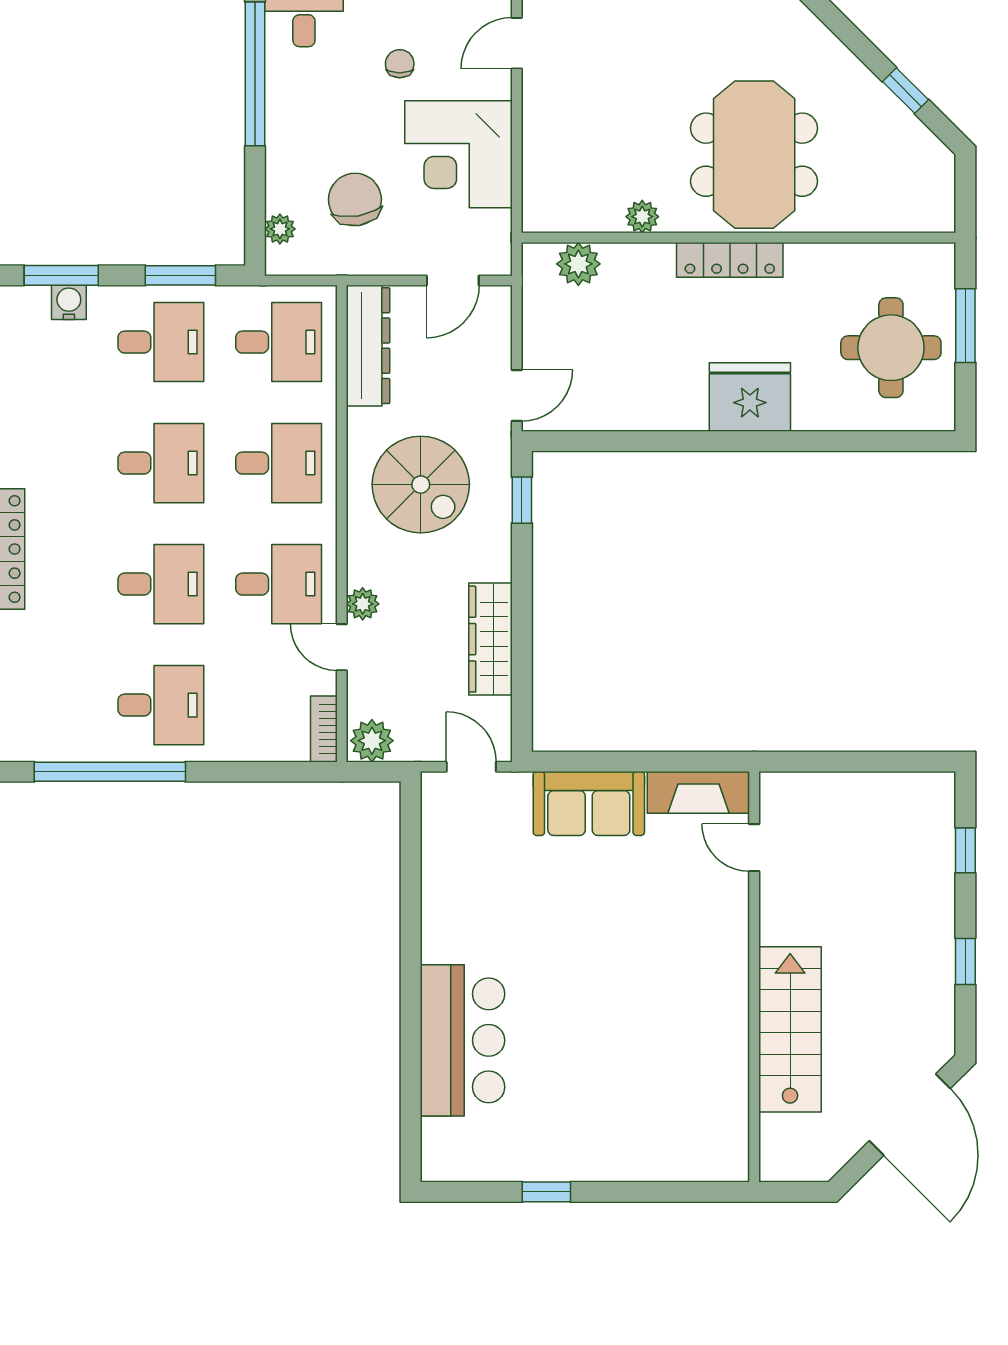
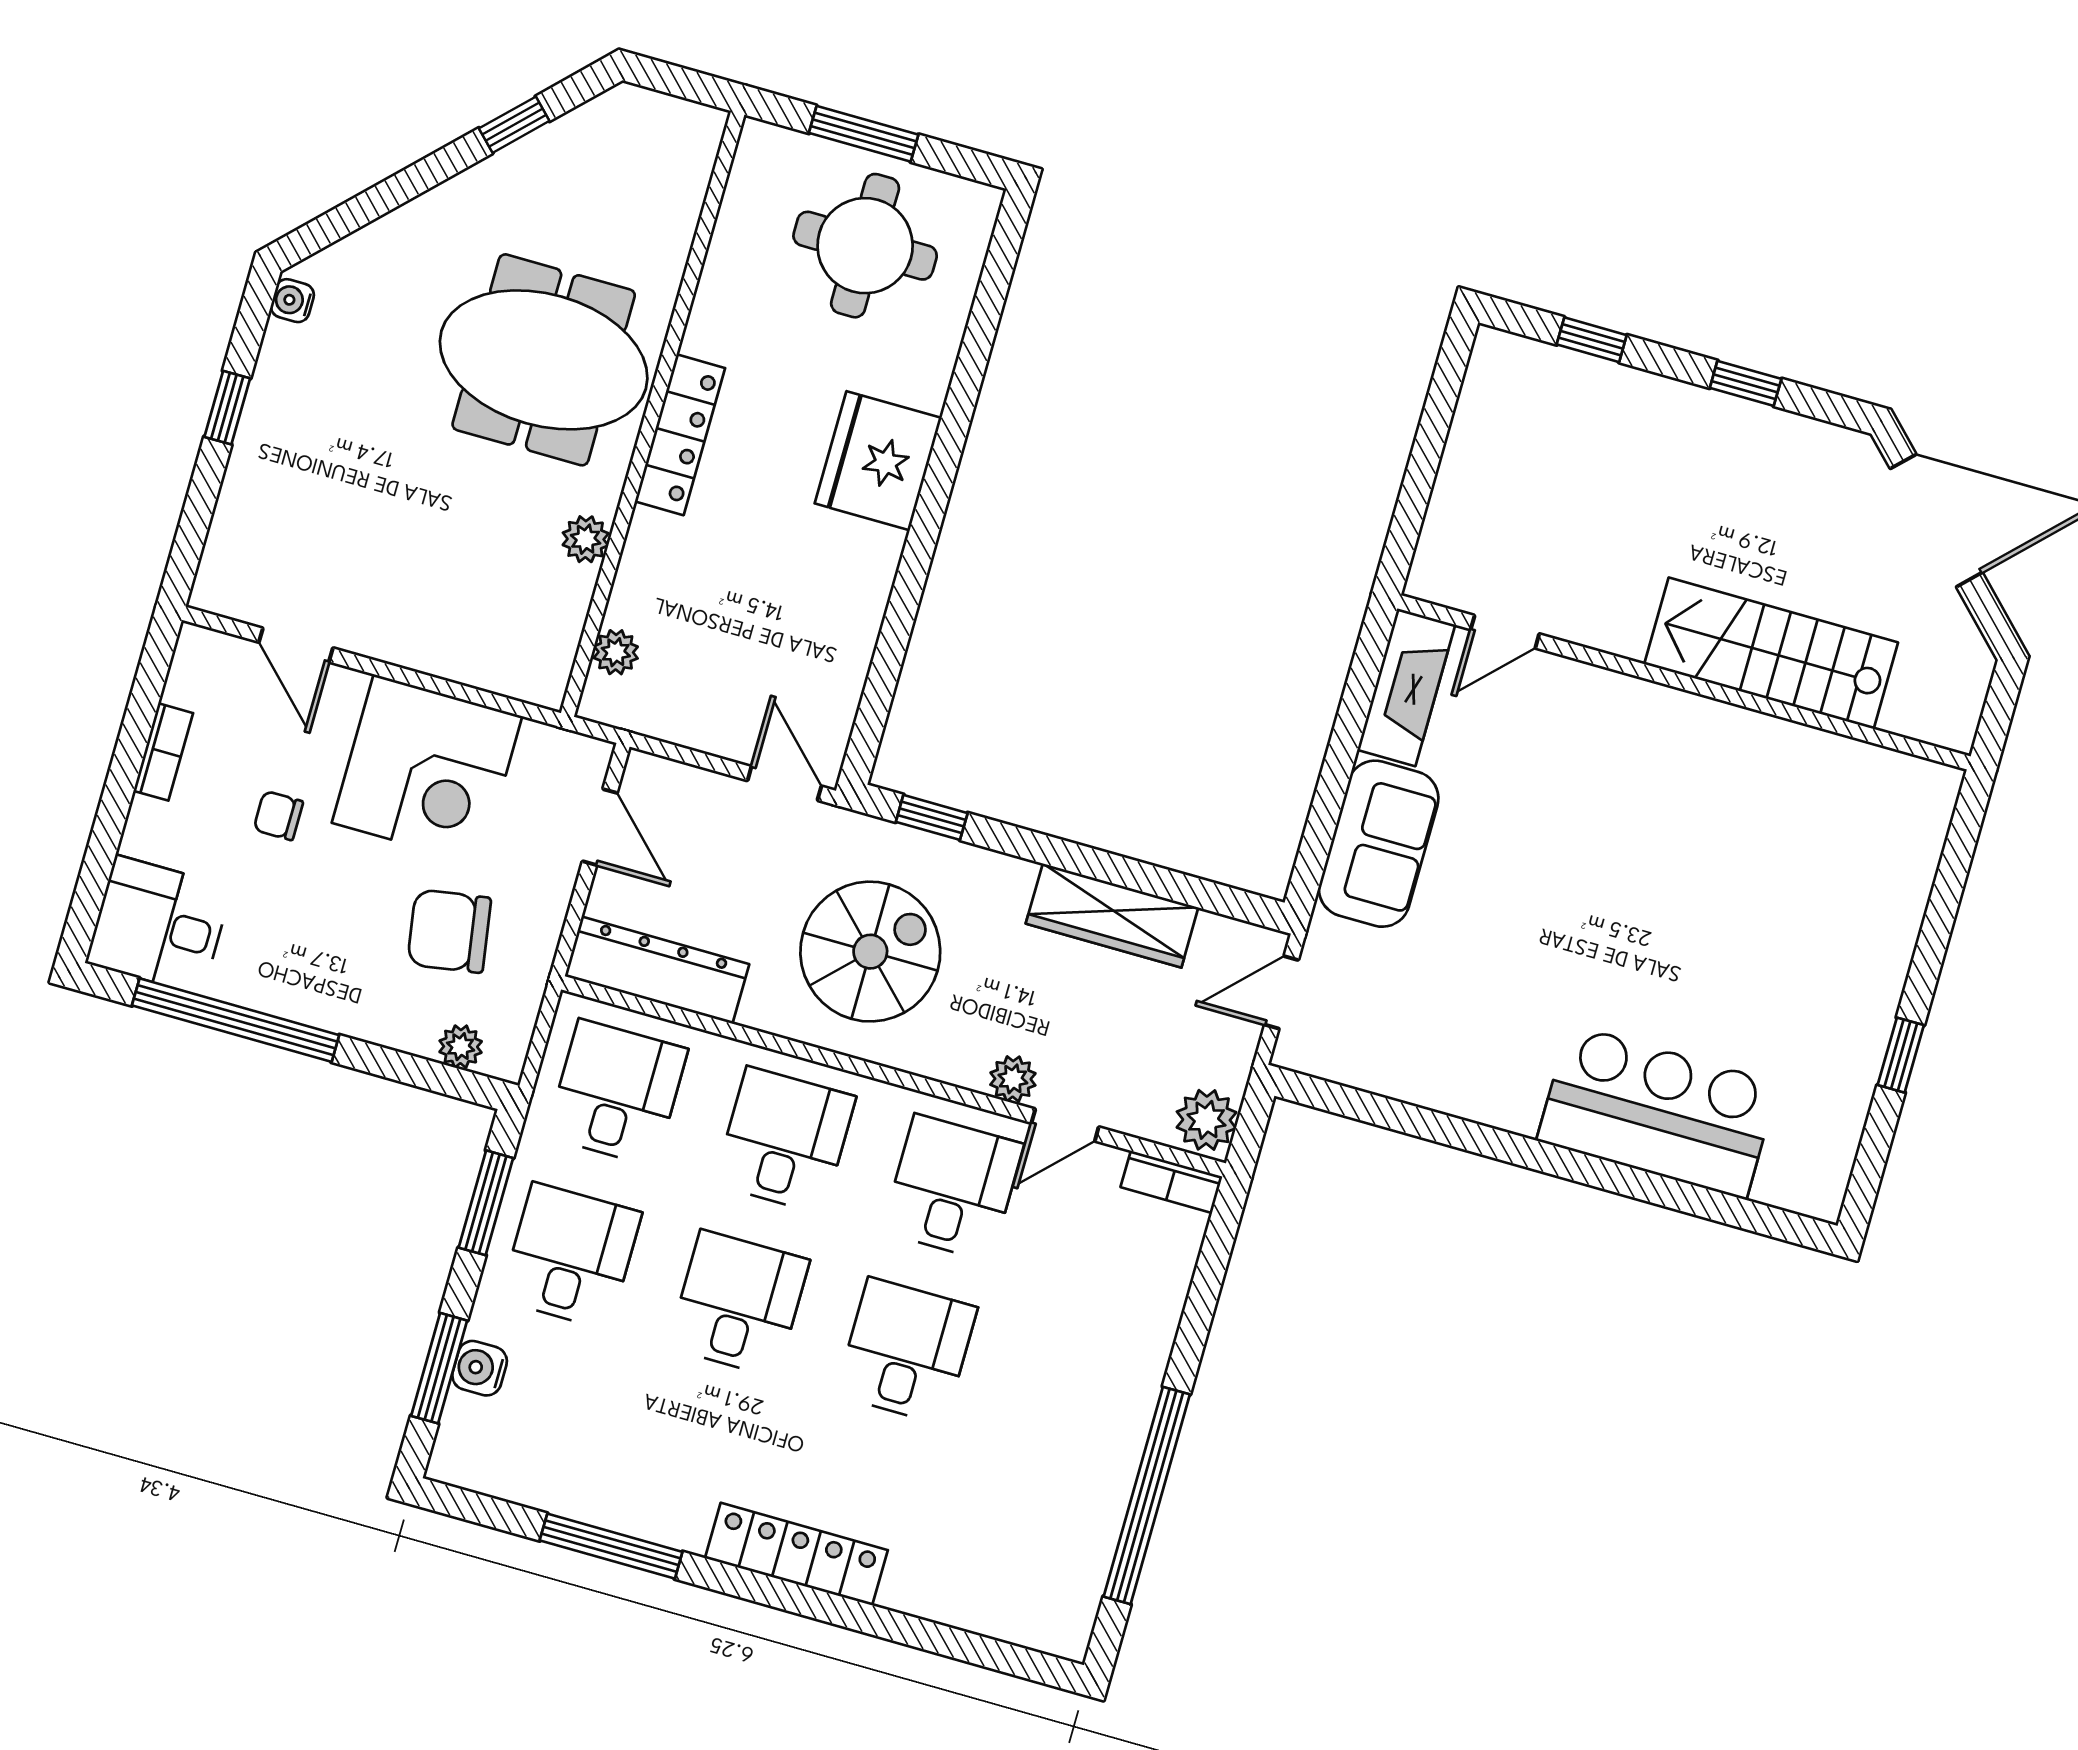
plant: (578, 264) -> (616, 652), width x0.73, depth x0.73
desk: (161, 705) -> (1074, 1399), removed

